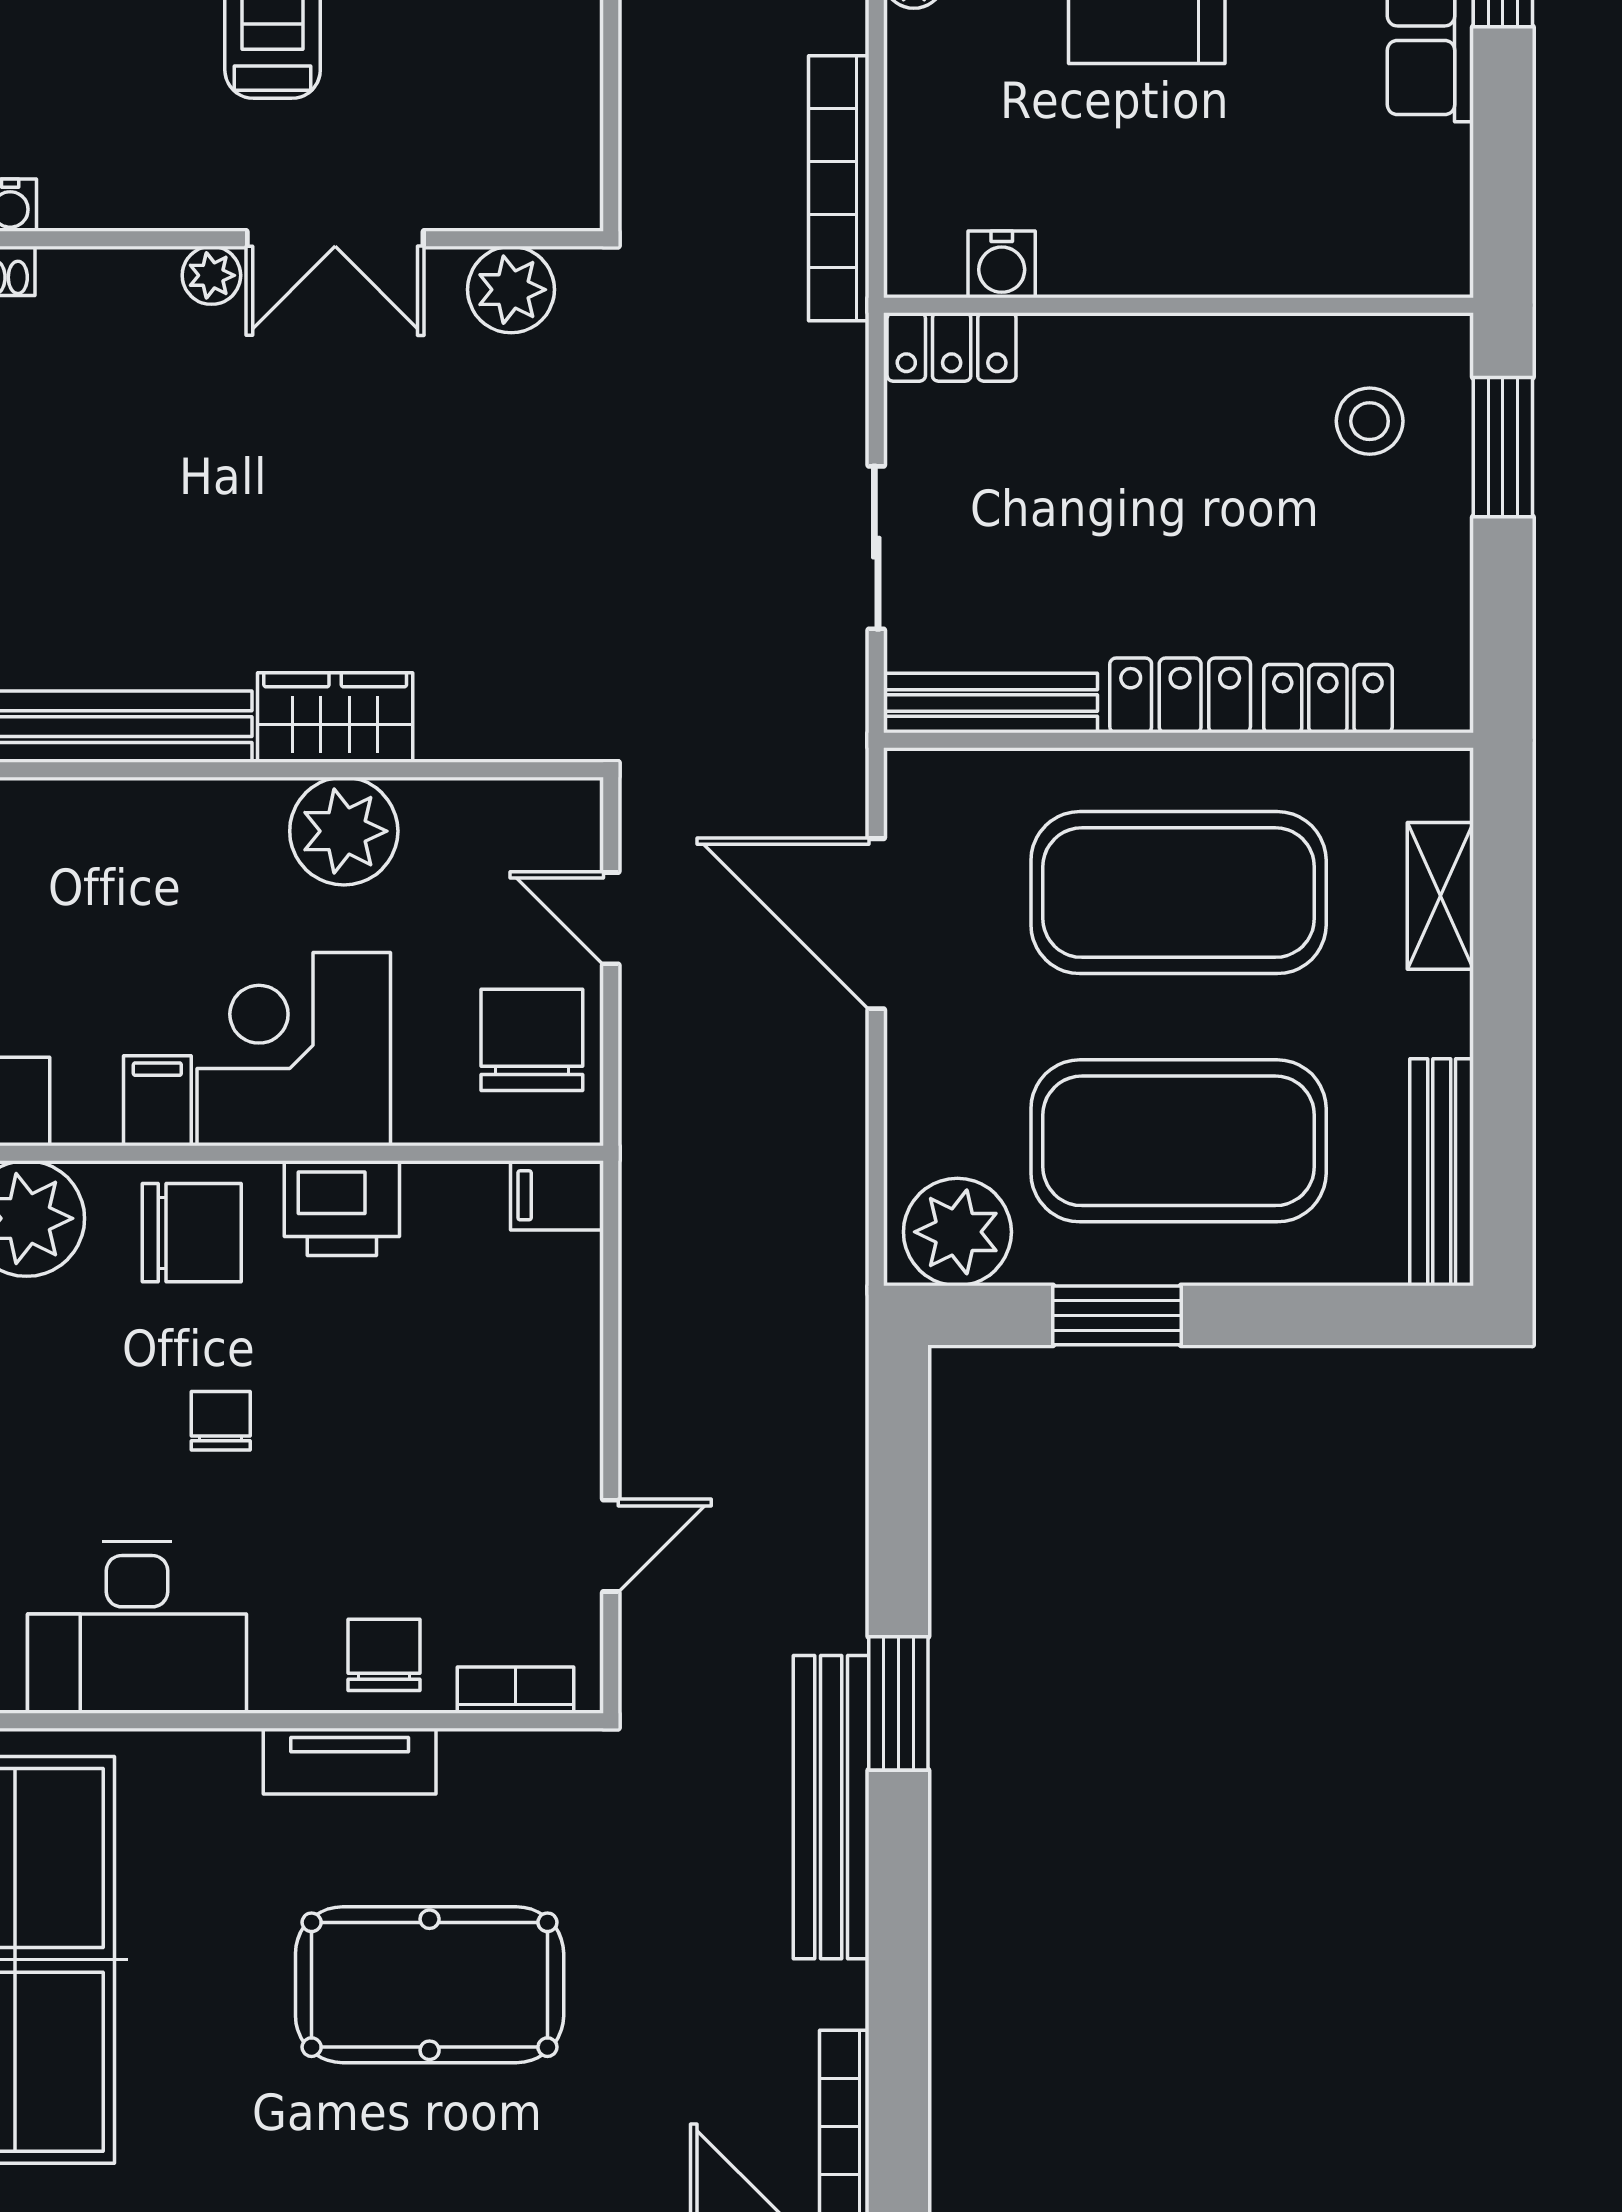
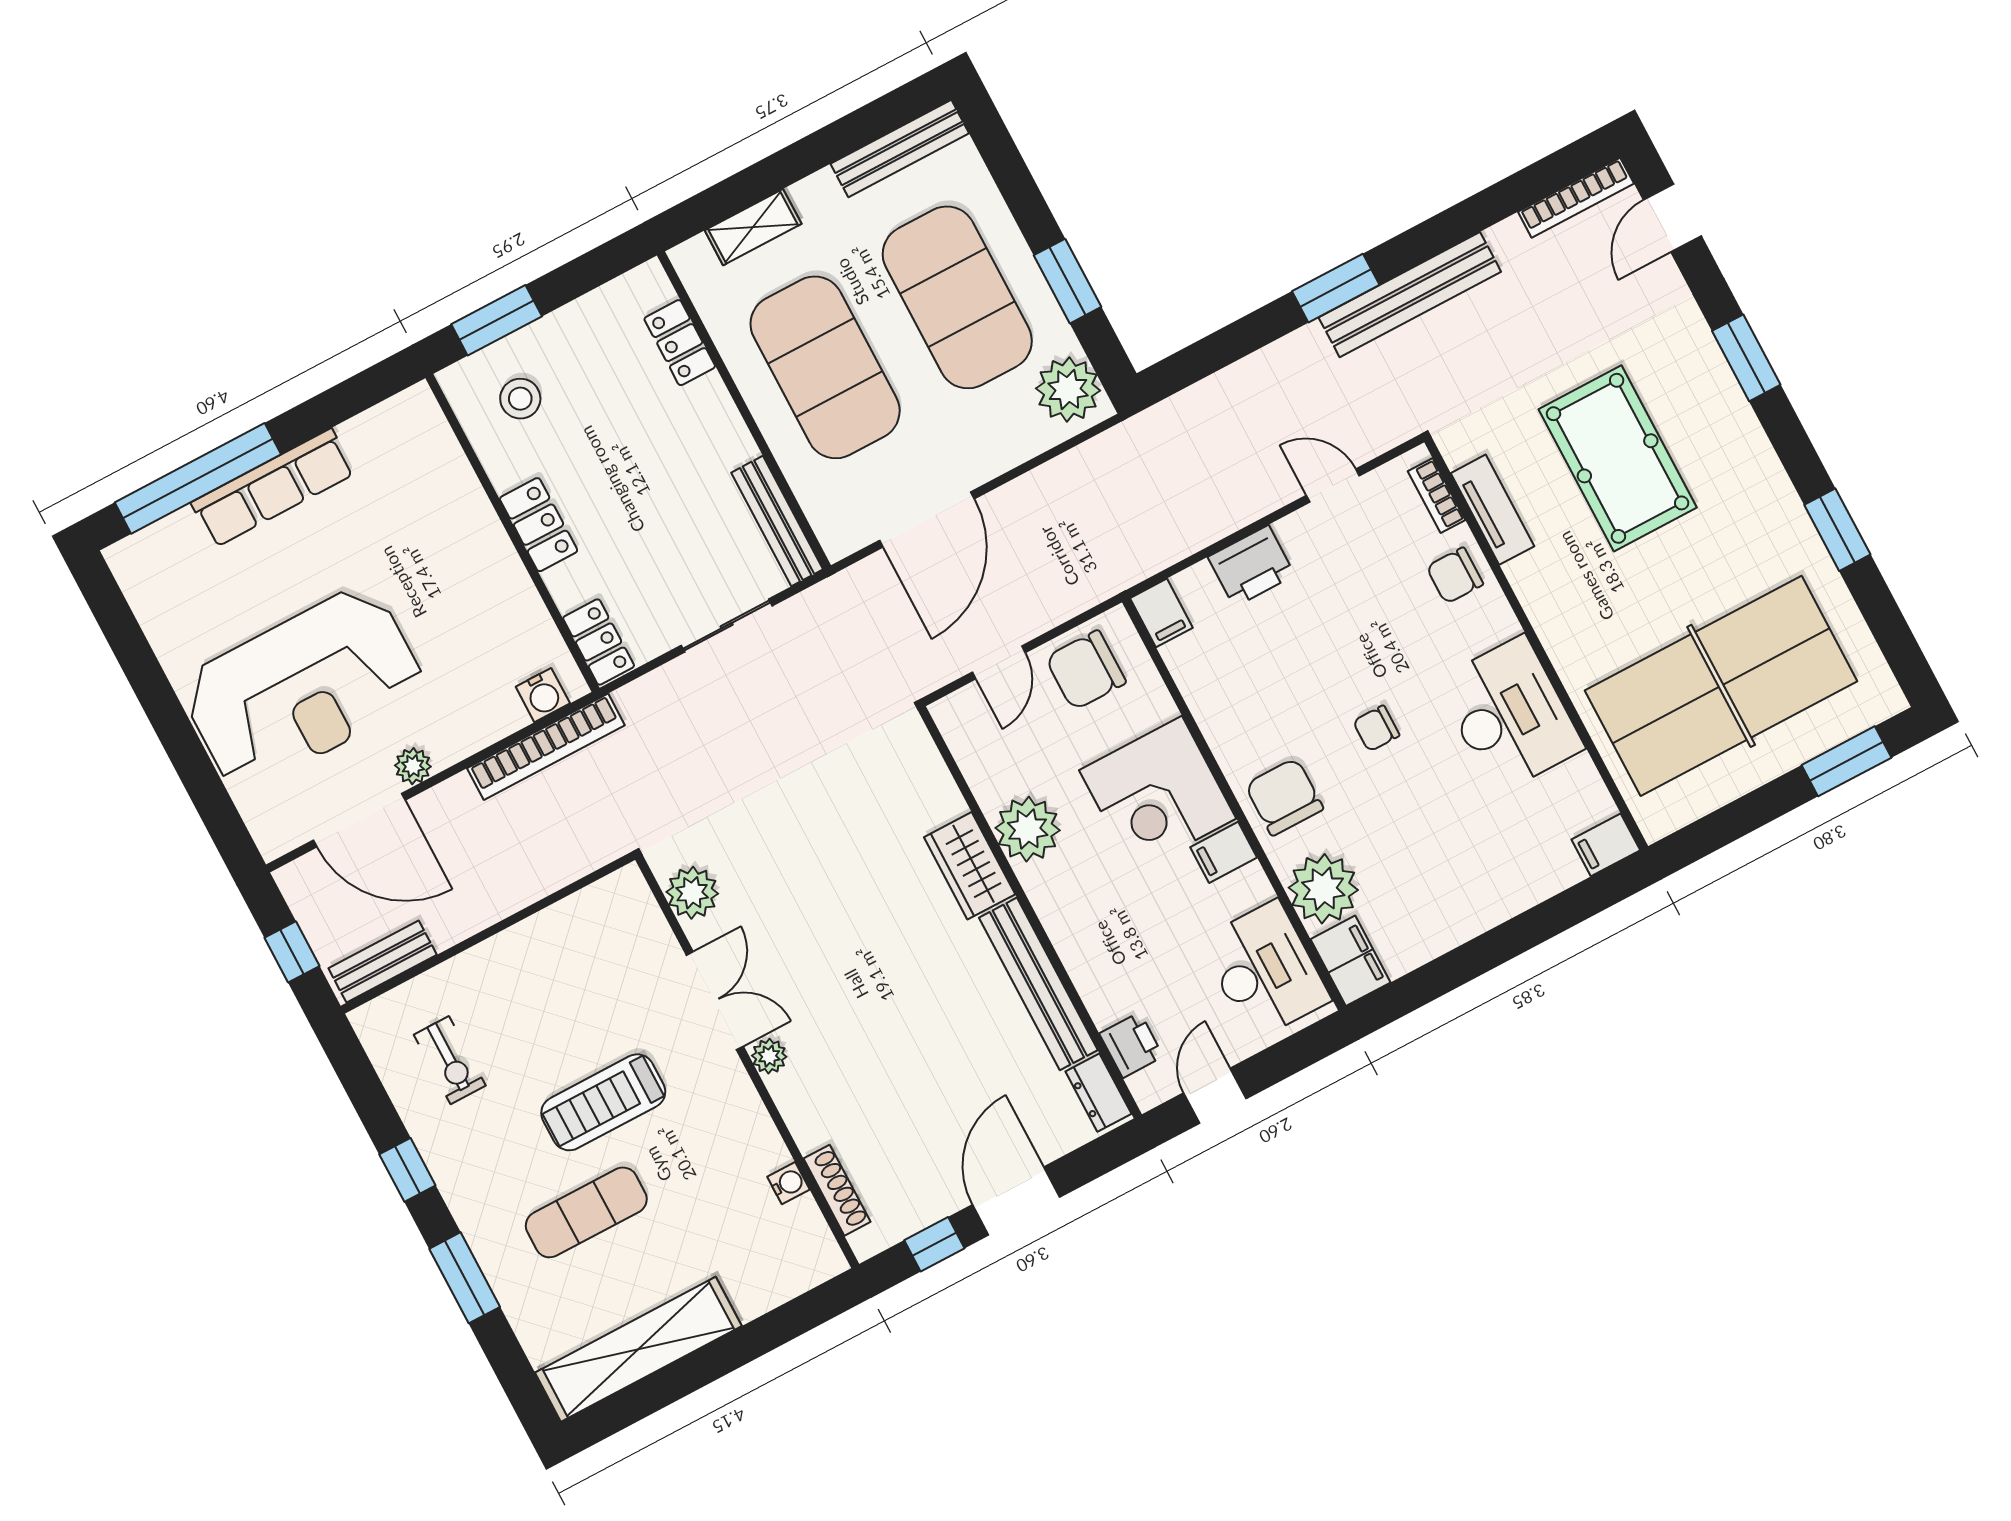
water cooler: (1002, 264) -> (543, 695), moved, turned 90
locker: (1180, 695) -> (539, 525), moved, turned 180
printer: (342, 1208) -> (1251, 566), moved, turned 90
tv unit: (350, 1761) -> (1492, 510), moved

